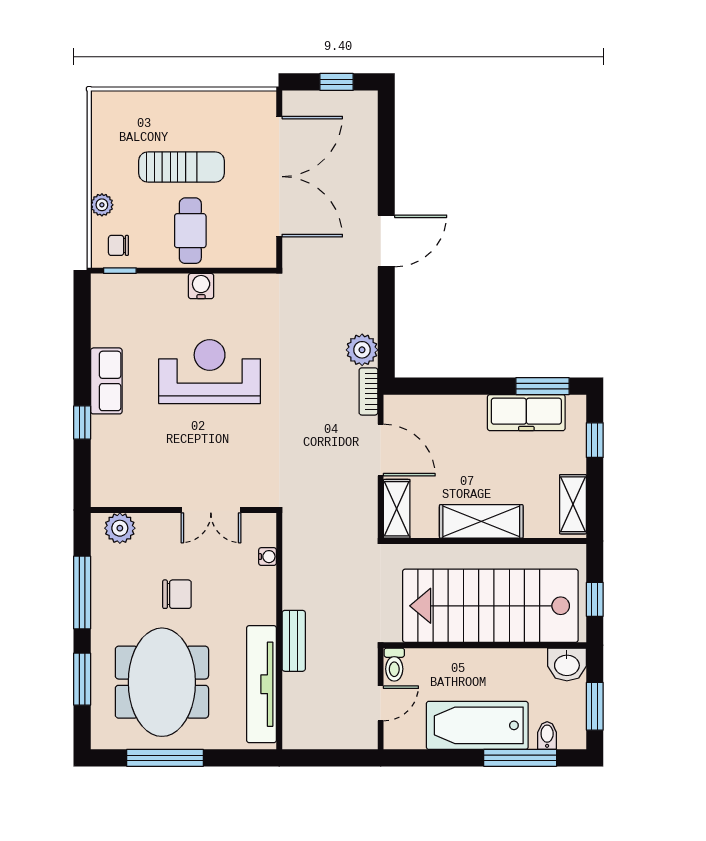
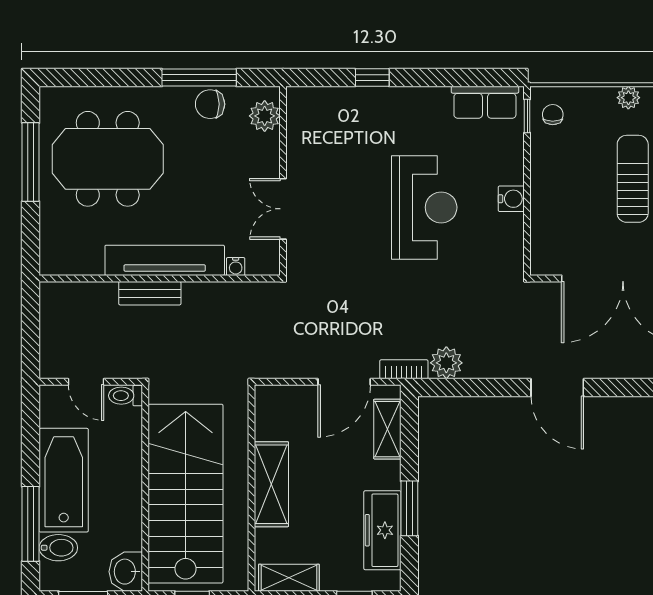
sun lounger: (181, 167) -> (633, 179), turned 180
plant: (102, 205) -> (628, 98), moved
cafe table: (190, 231) -> (568, 188), removed
row of seats: (106, 381) -> (485, 102), moved
window: (543, 386) -> (409, 508), moved
shelving: (397, 509) -> (387, 429), moved, turned 90
chair: (177, 594) -> (210, 104), moved, turned 90
window: (82, 679) -> (111, 78), removed
tv unit: (261, 684) -> (165, 260), moved
bidet: (547, 736) -> (58, 548), width x1.38, depth x1.36

